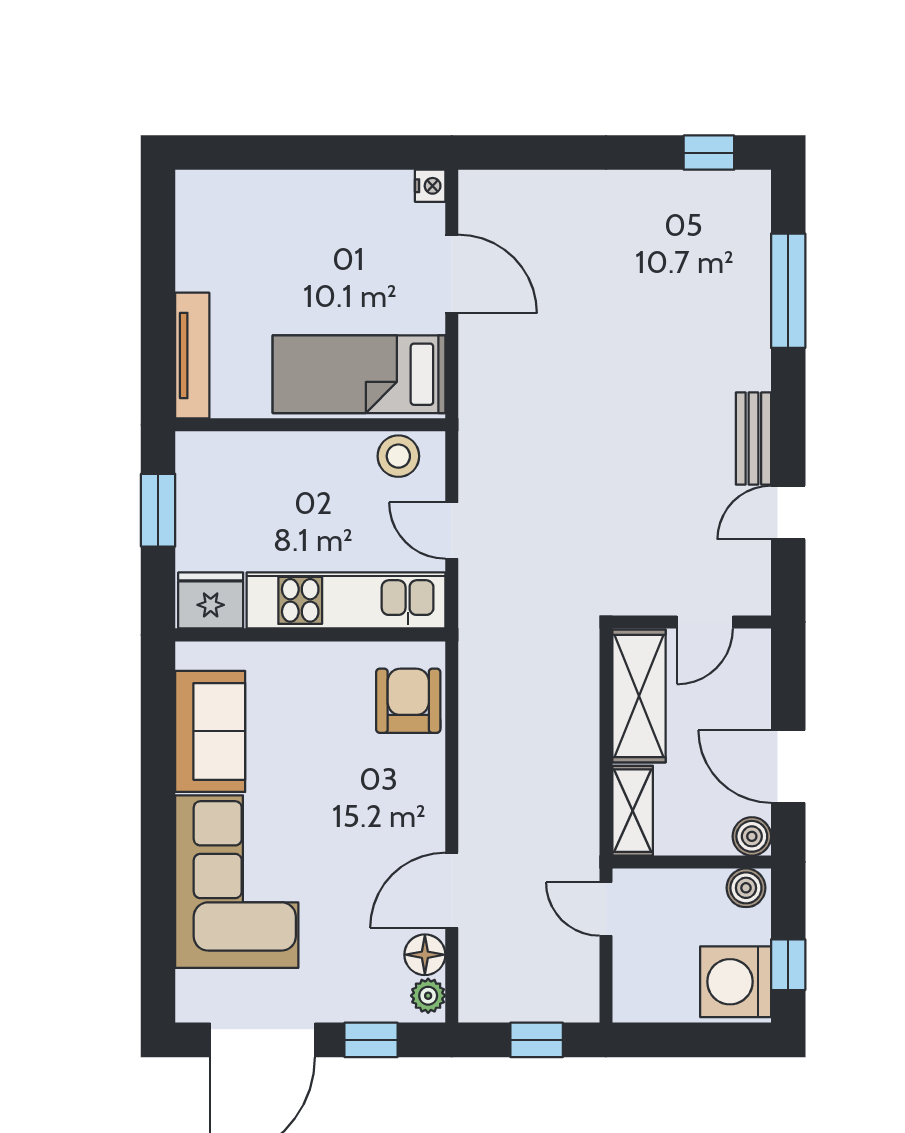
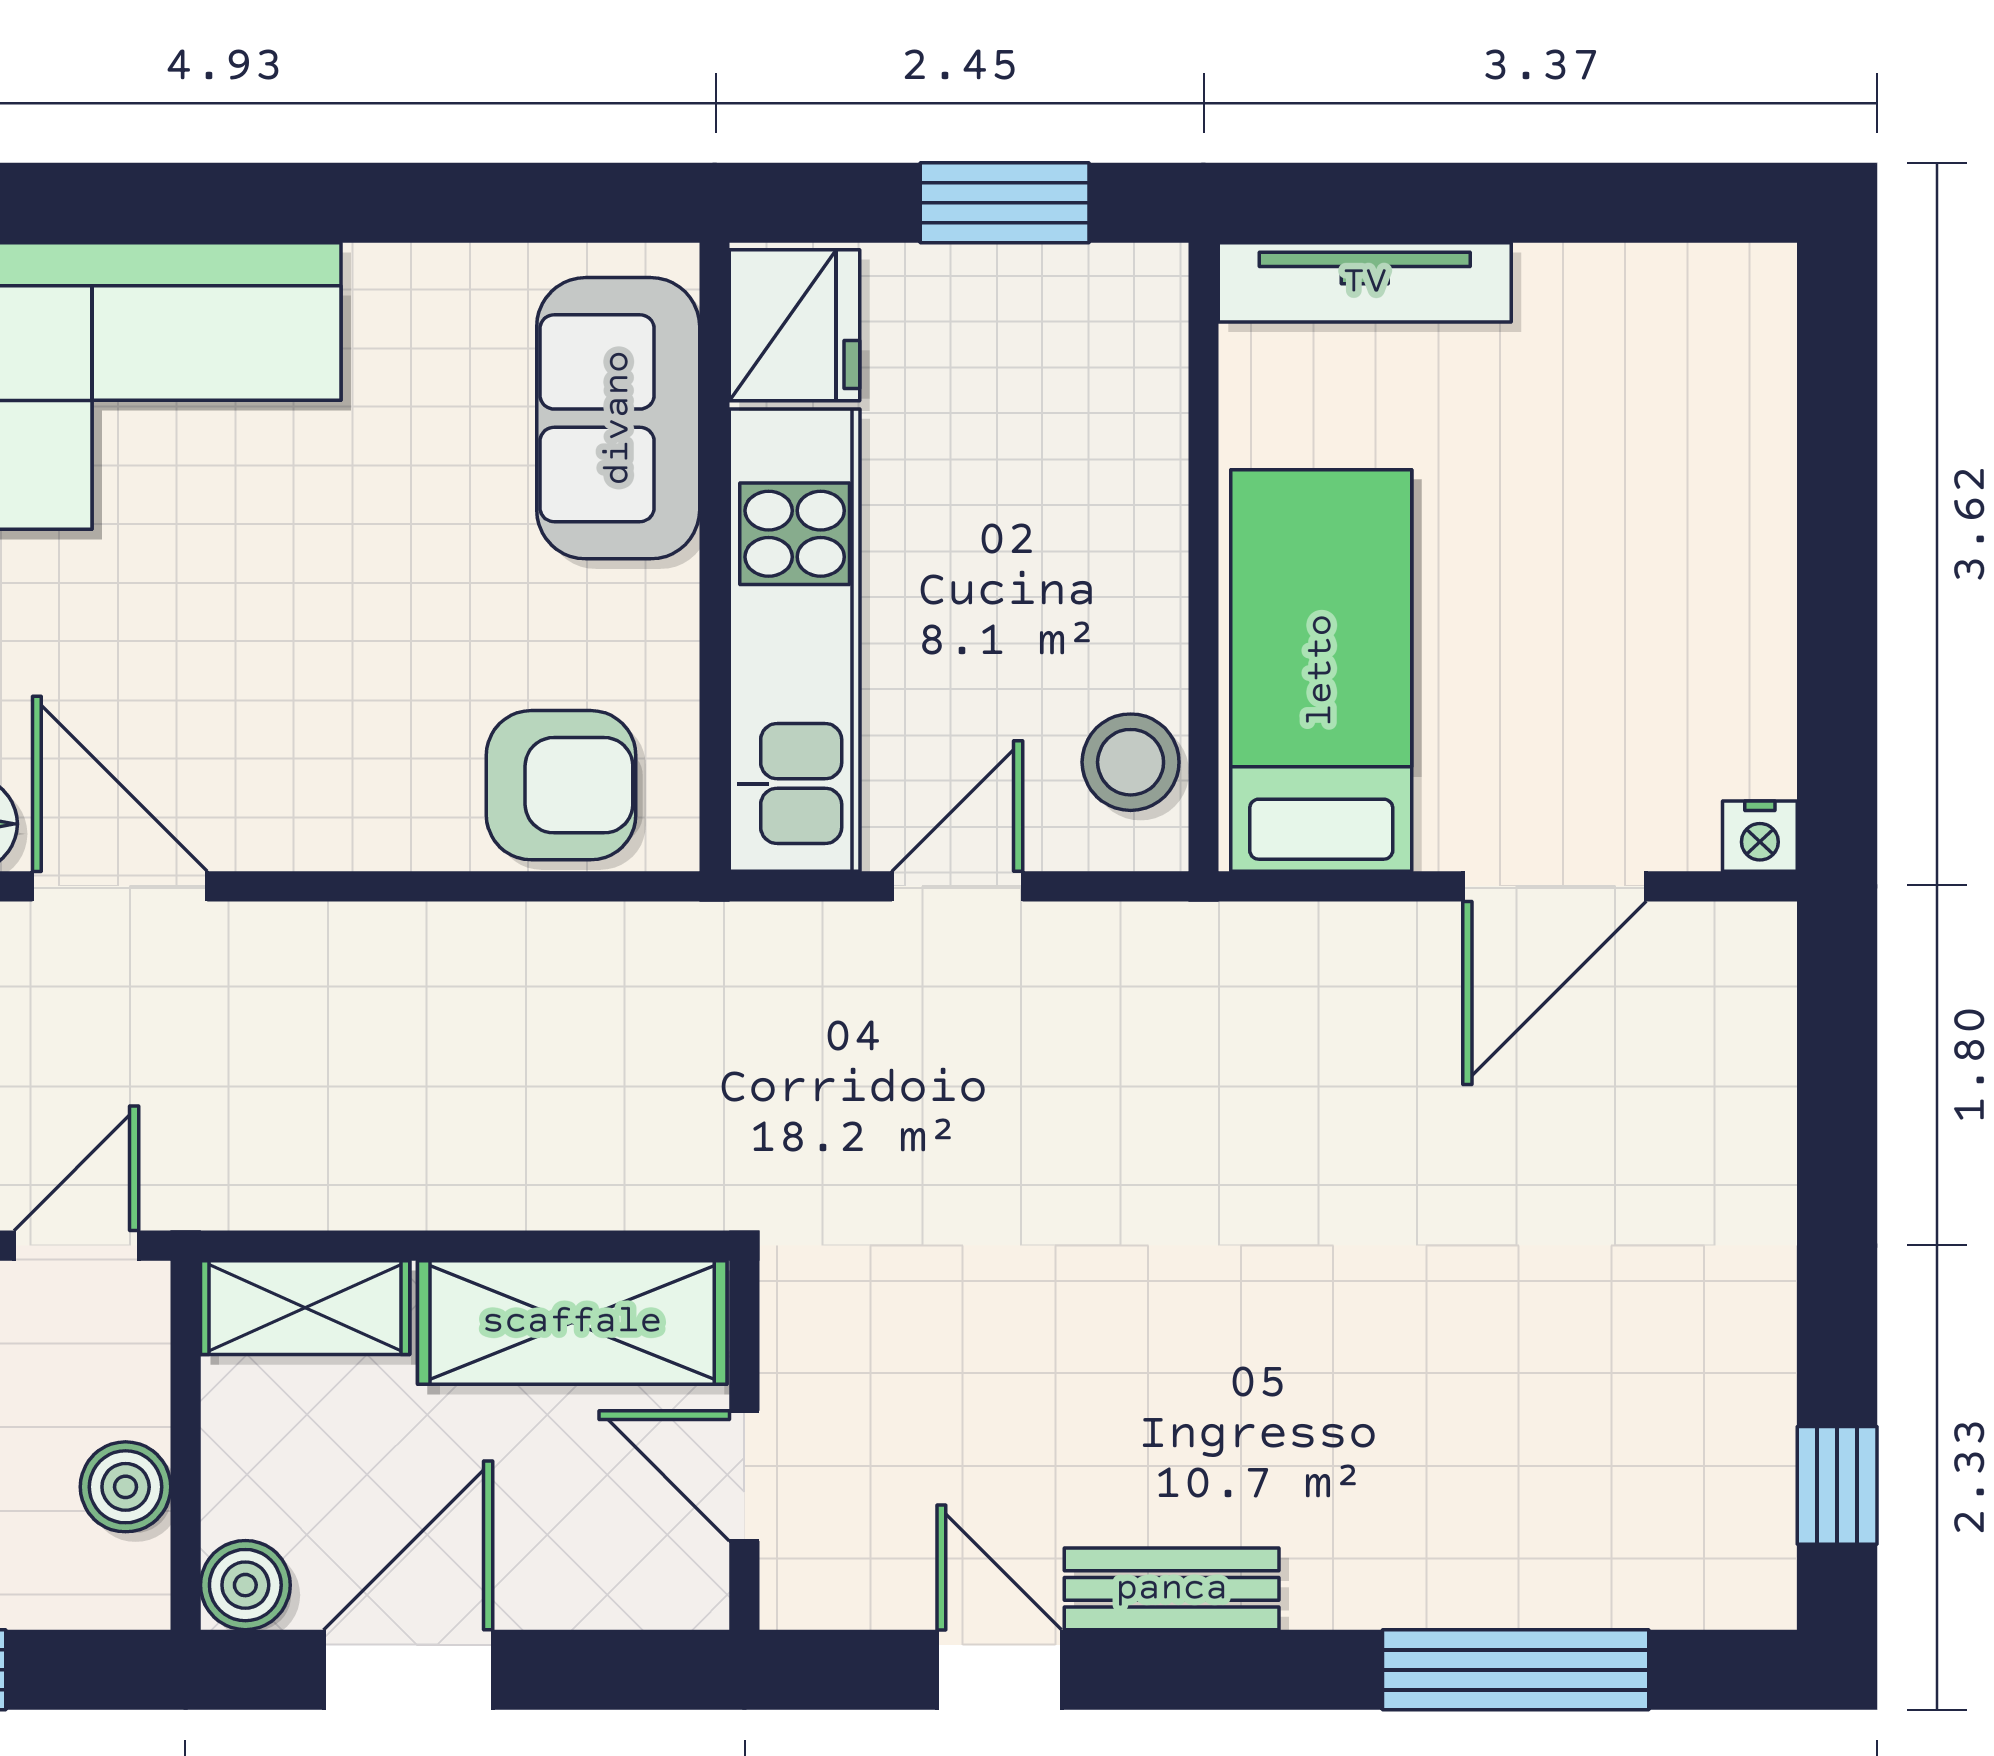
sofa: (210, 731) -> (618, 418), moved, turned 90
boiler: (746, 888) -> (126, 1487), moved

